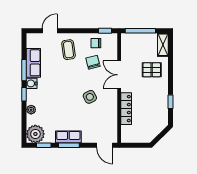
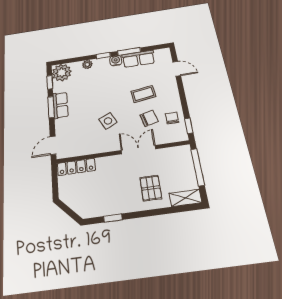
coffee table: (68, 50) -> (143, 94), moved
locker: (126, 109) -> (76, 167), moved

